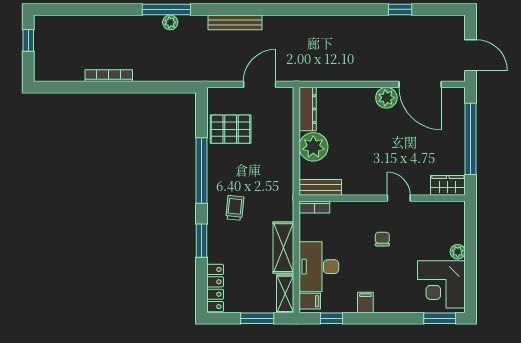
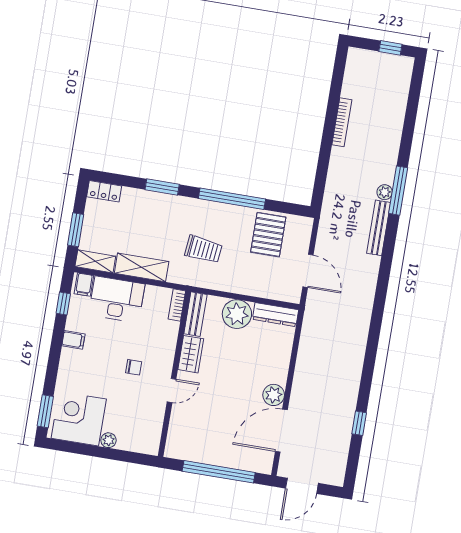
bench: (235, 22) -> (379, 228), moved
wardrobe: (448, 185) -> (191, 354), moved
trolley: (235, 208) -> (203, 249), moved, width x1.36, depth x1.39
locker: (215, 288) -> (104, 191), width x0.66

